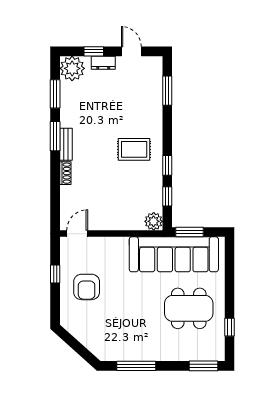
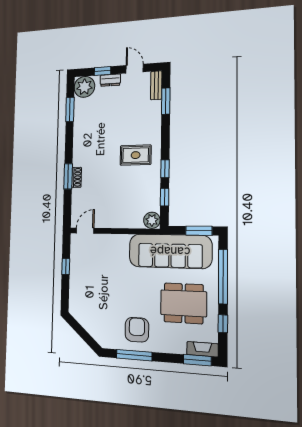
window: (55, 136) -> (68, 176), moved
bench: (66, 144) -> (156, 85), moved
window: (189, 232) -> (199, 231), moved
window: (229, 279) -> (223, 277), added
armchair: (87, 287) -> (137, 330), moved, turned 180
fireplace: (209, 354) -> (202, 349), added

